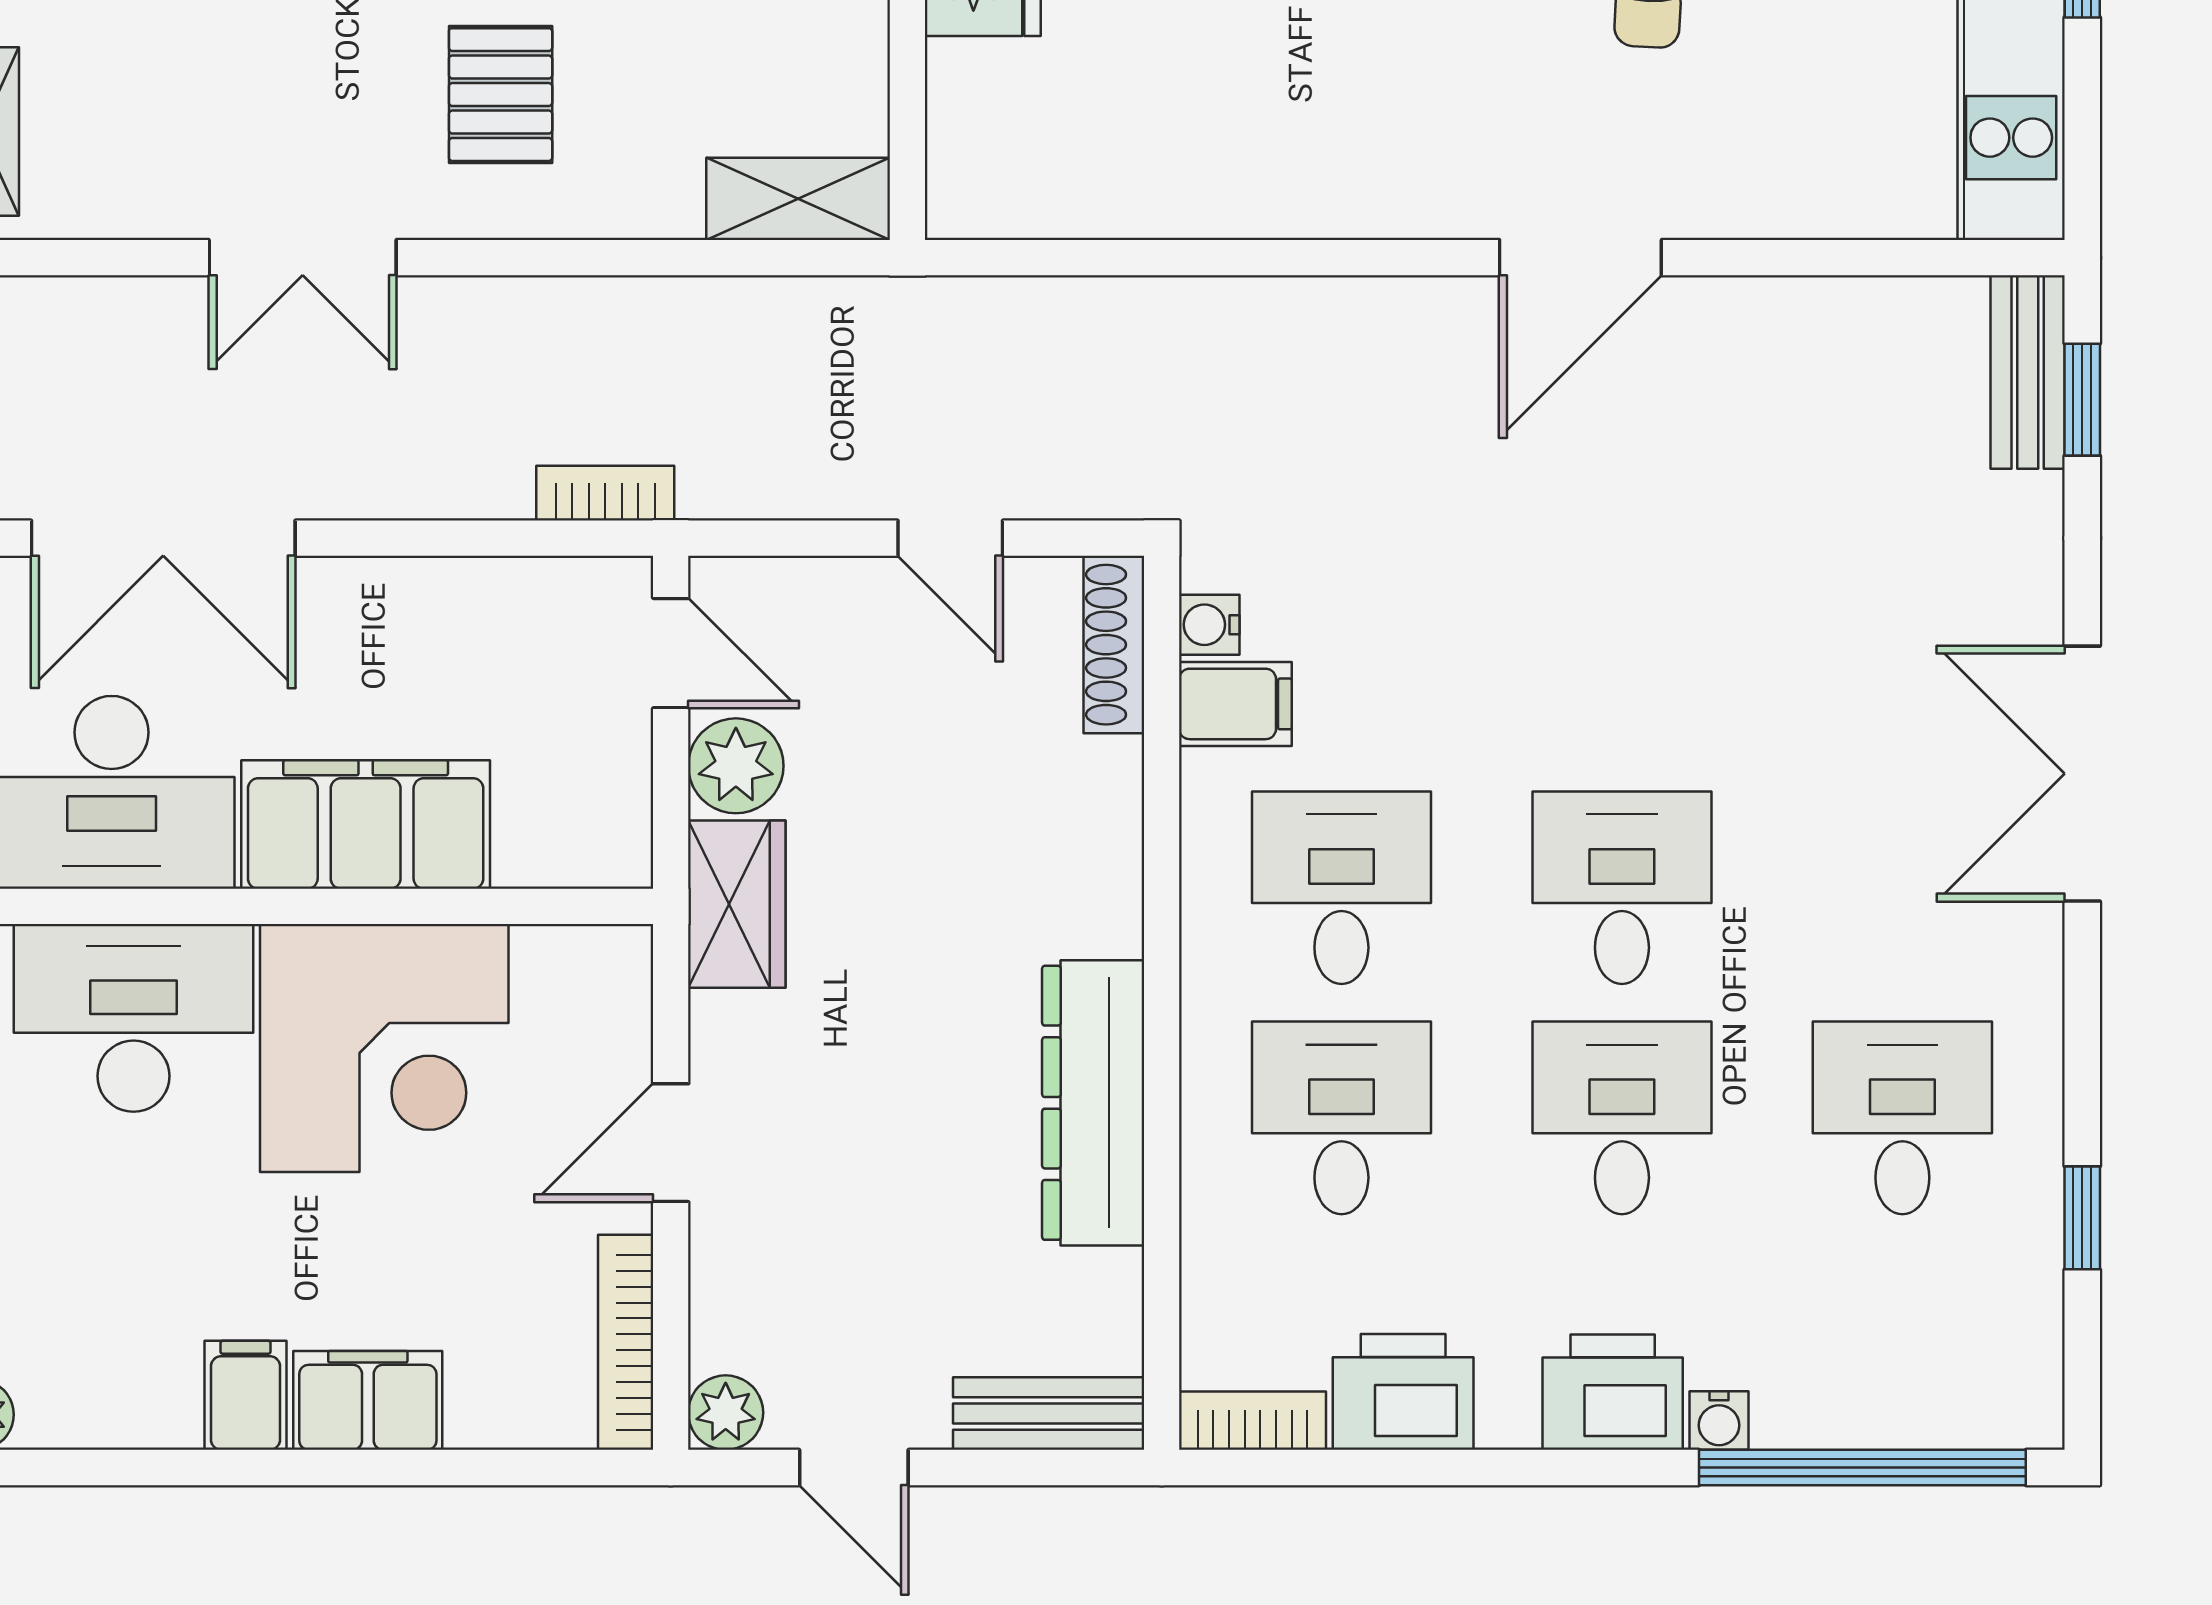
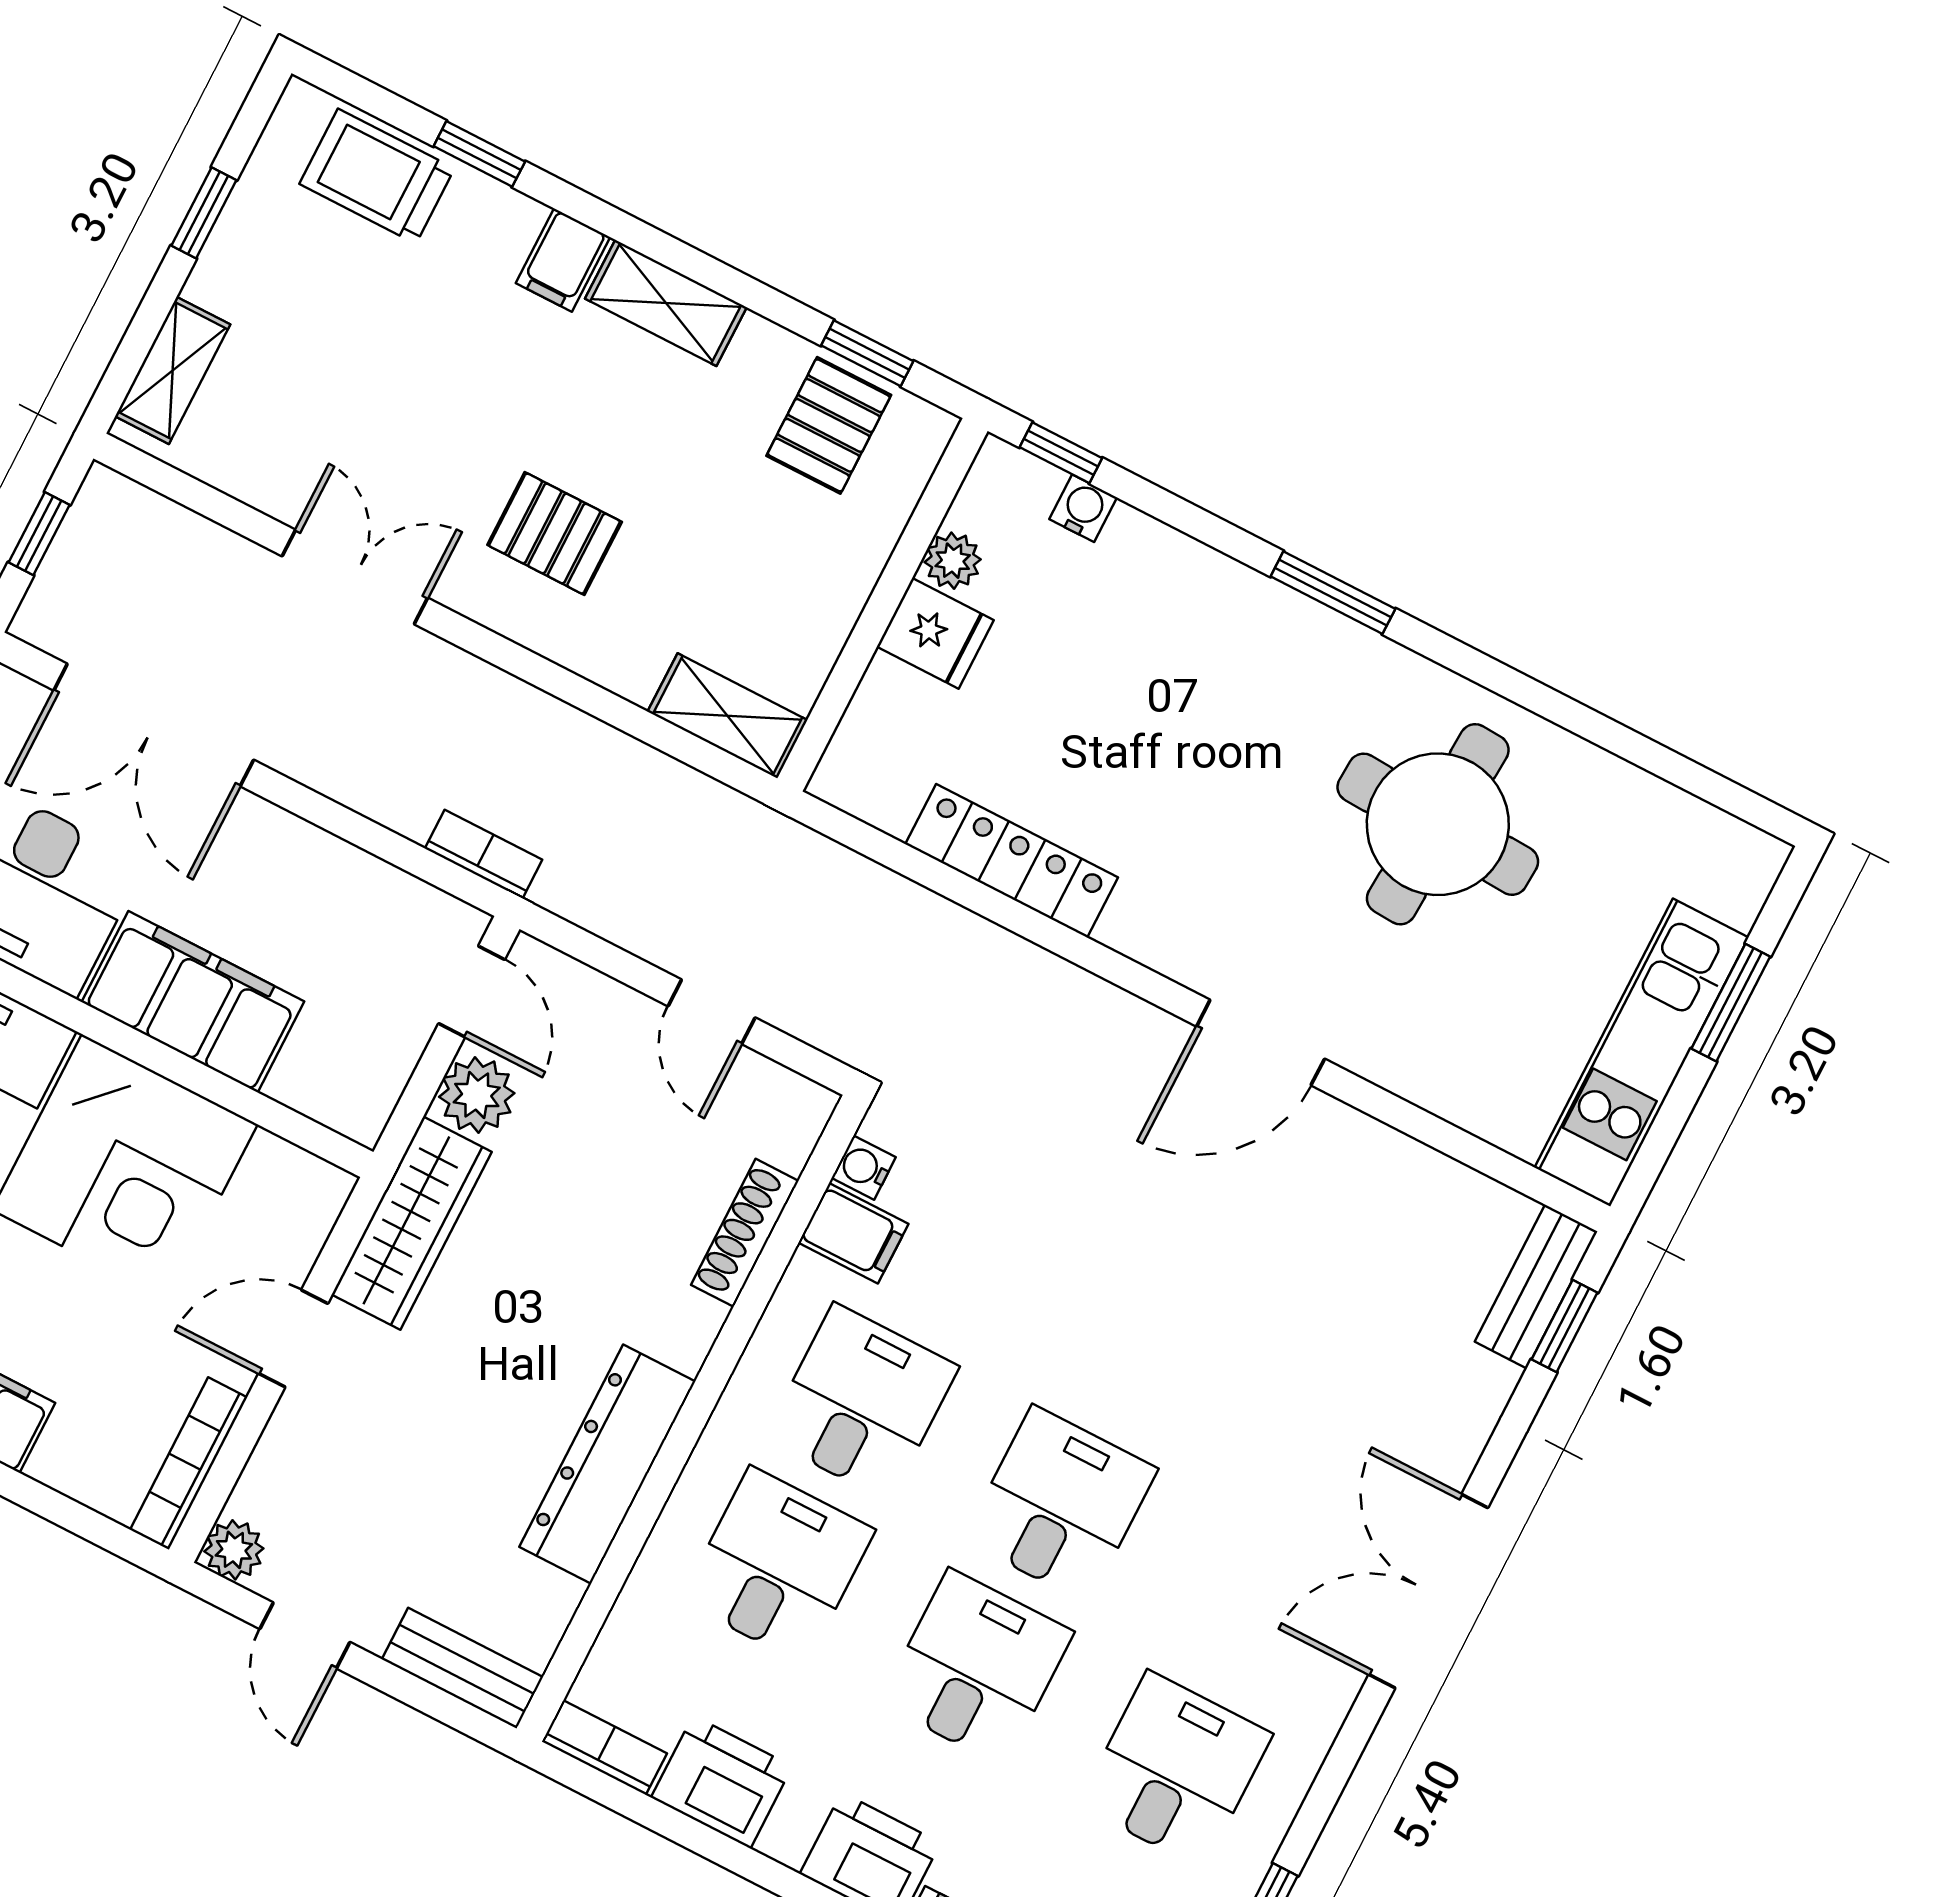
pallet: (501, 95) -> (555, 533), turned 90
locker: (1198, 198) -> (1012, 861), added
double door: (303, 258) -> (355, 577), swing flipped
shoe rack: (1114, 645) -> (745, 1233), moved
wardrobe: (737, 904) -> (412, 1223), width x1.50

